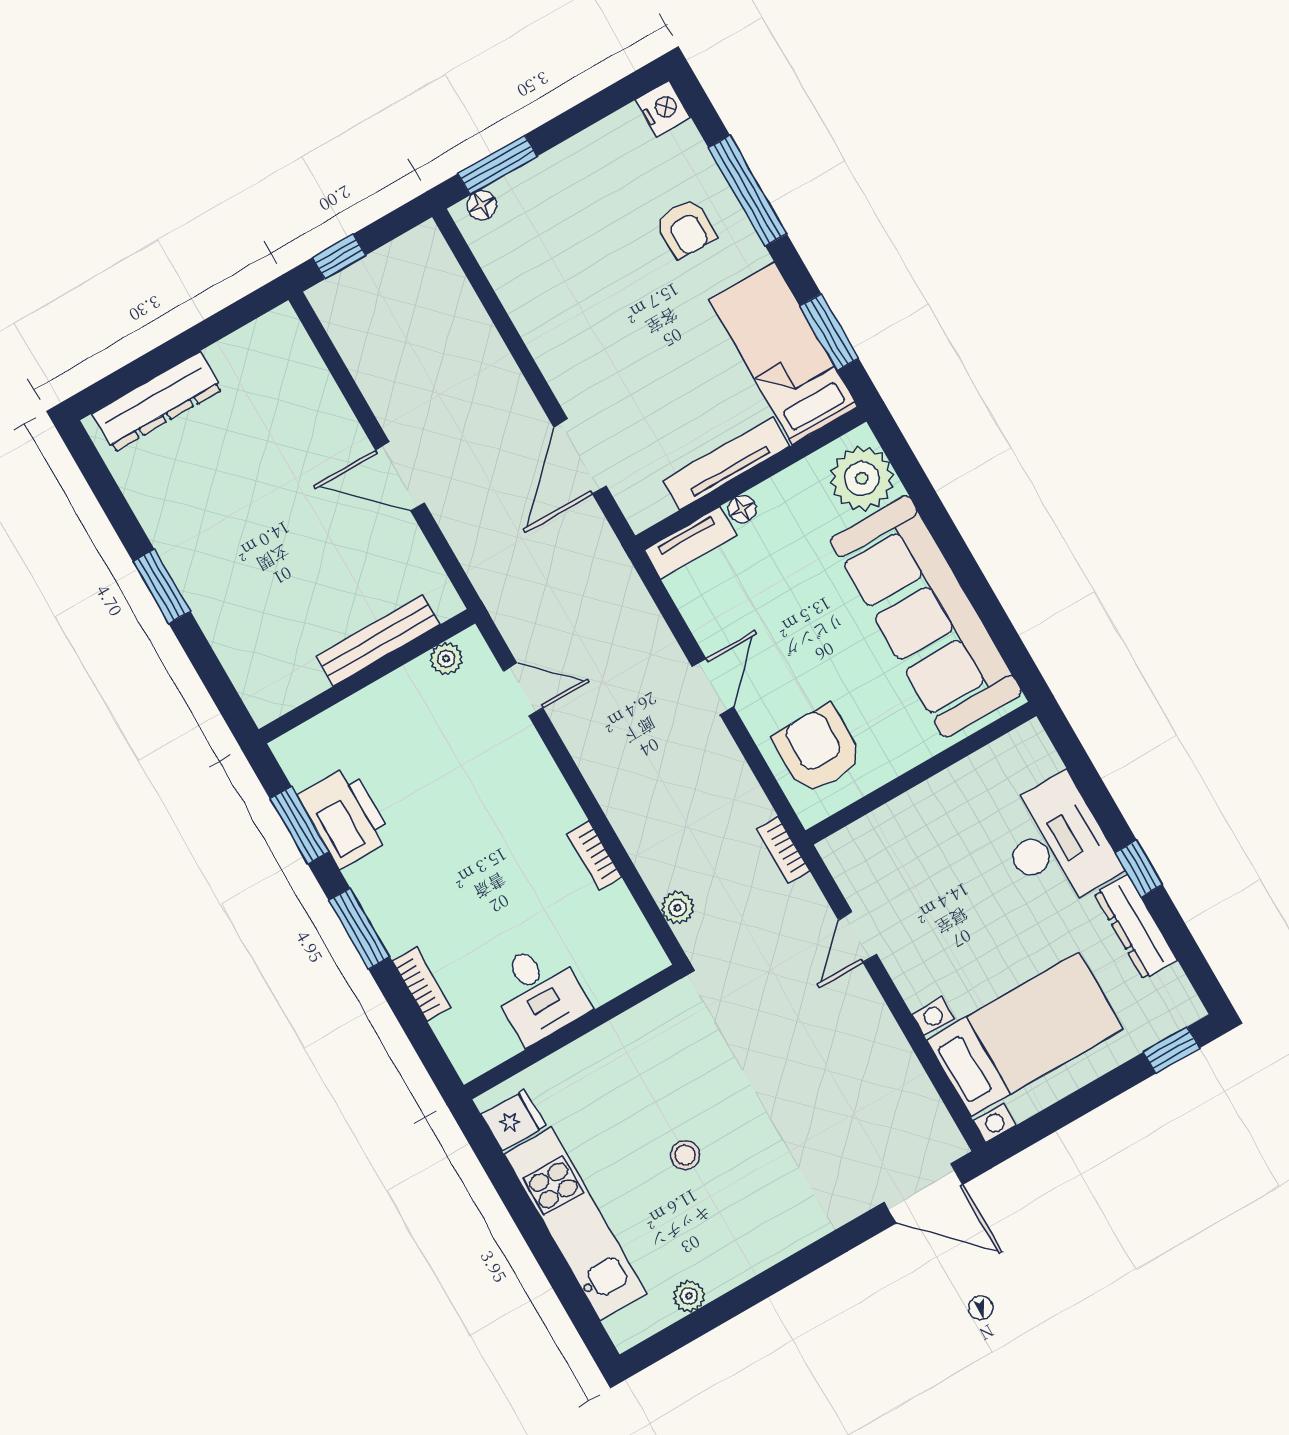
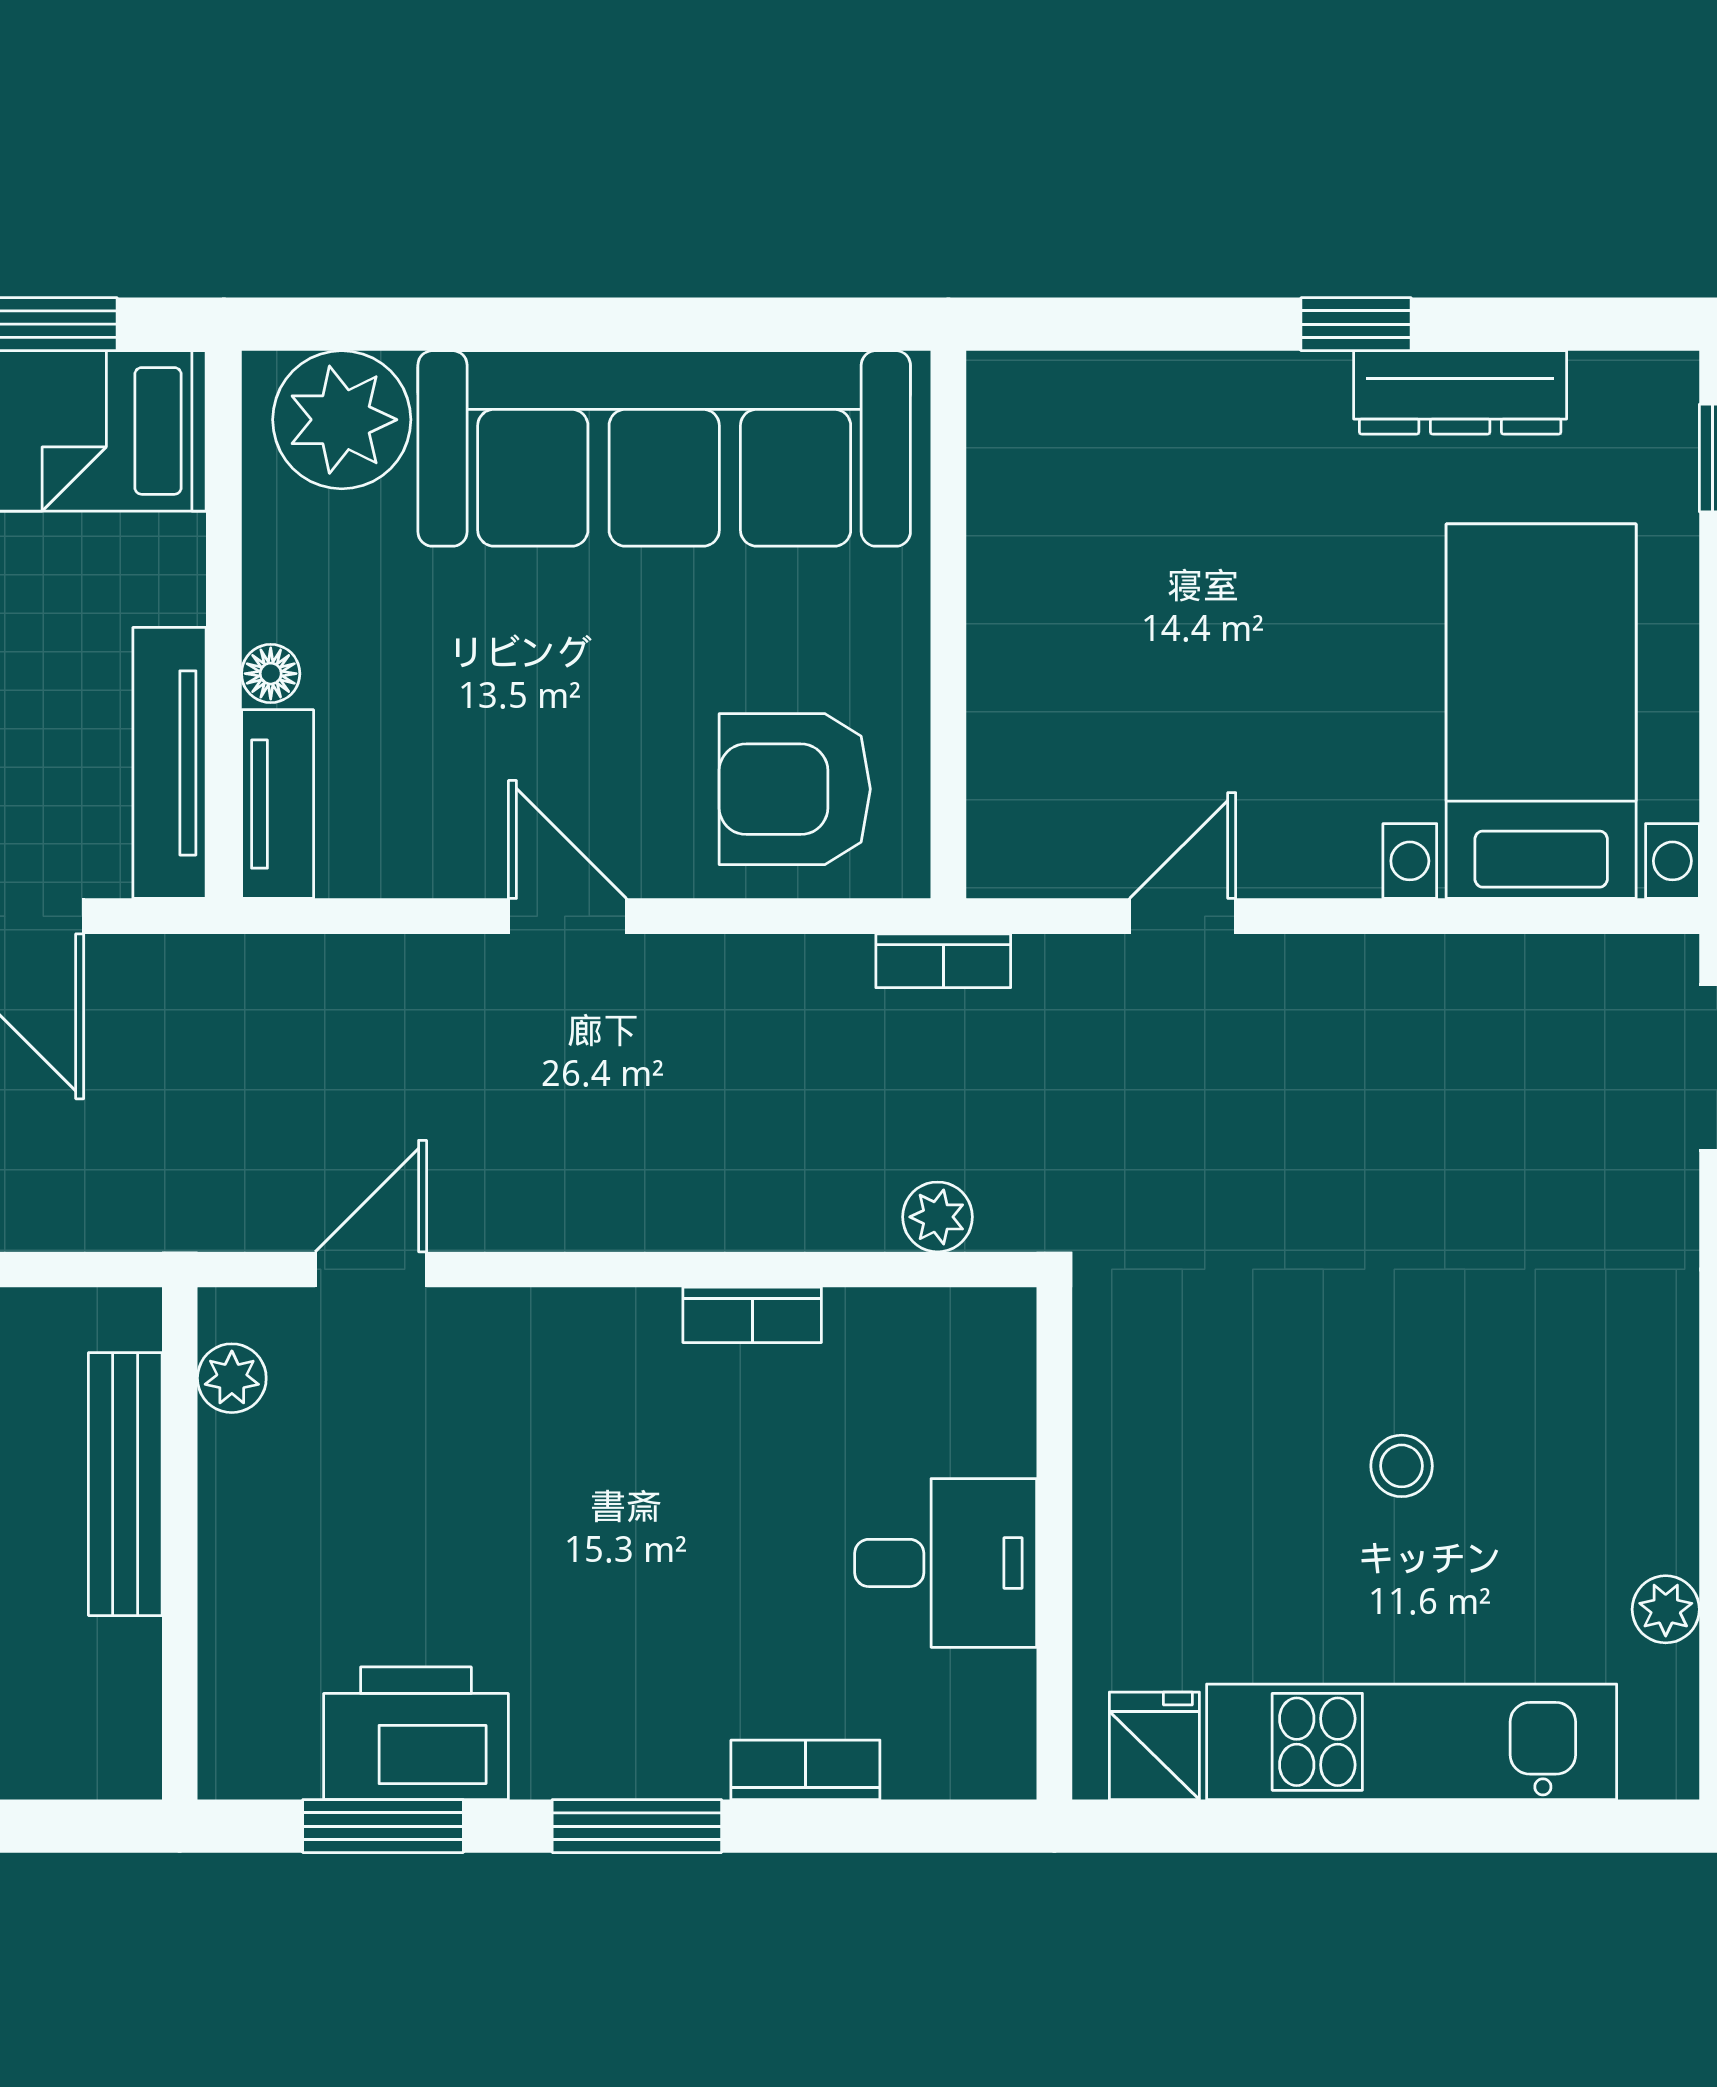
tv unit: (726, 463) -> (169, 763), moved
desk: (1056, 843) -> (1221, 449), removed
door: (857, 937) -> (1183, 916), swing flipped

